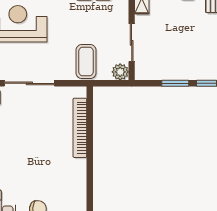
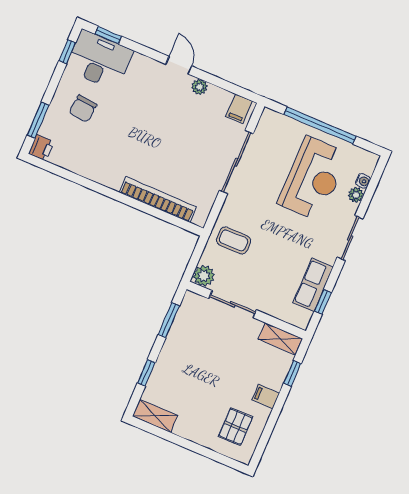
coffee table: (86, 62) -> (233, 240), width x0.73, depth x0.77
window: (175, 83) -> (169, 320), moved

